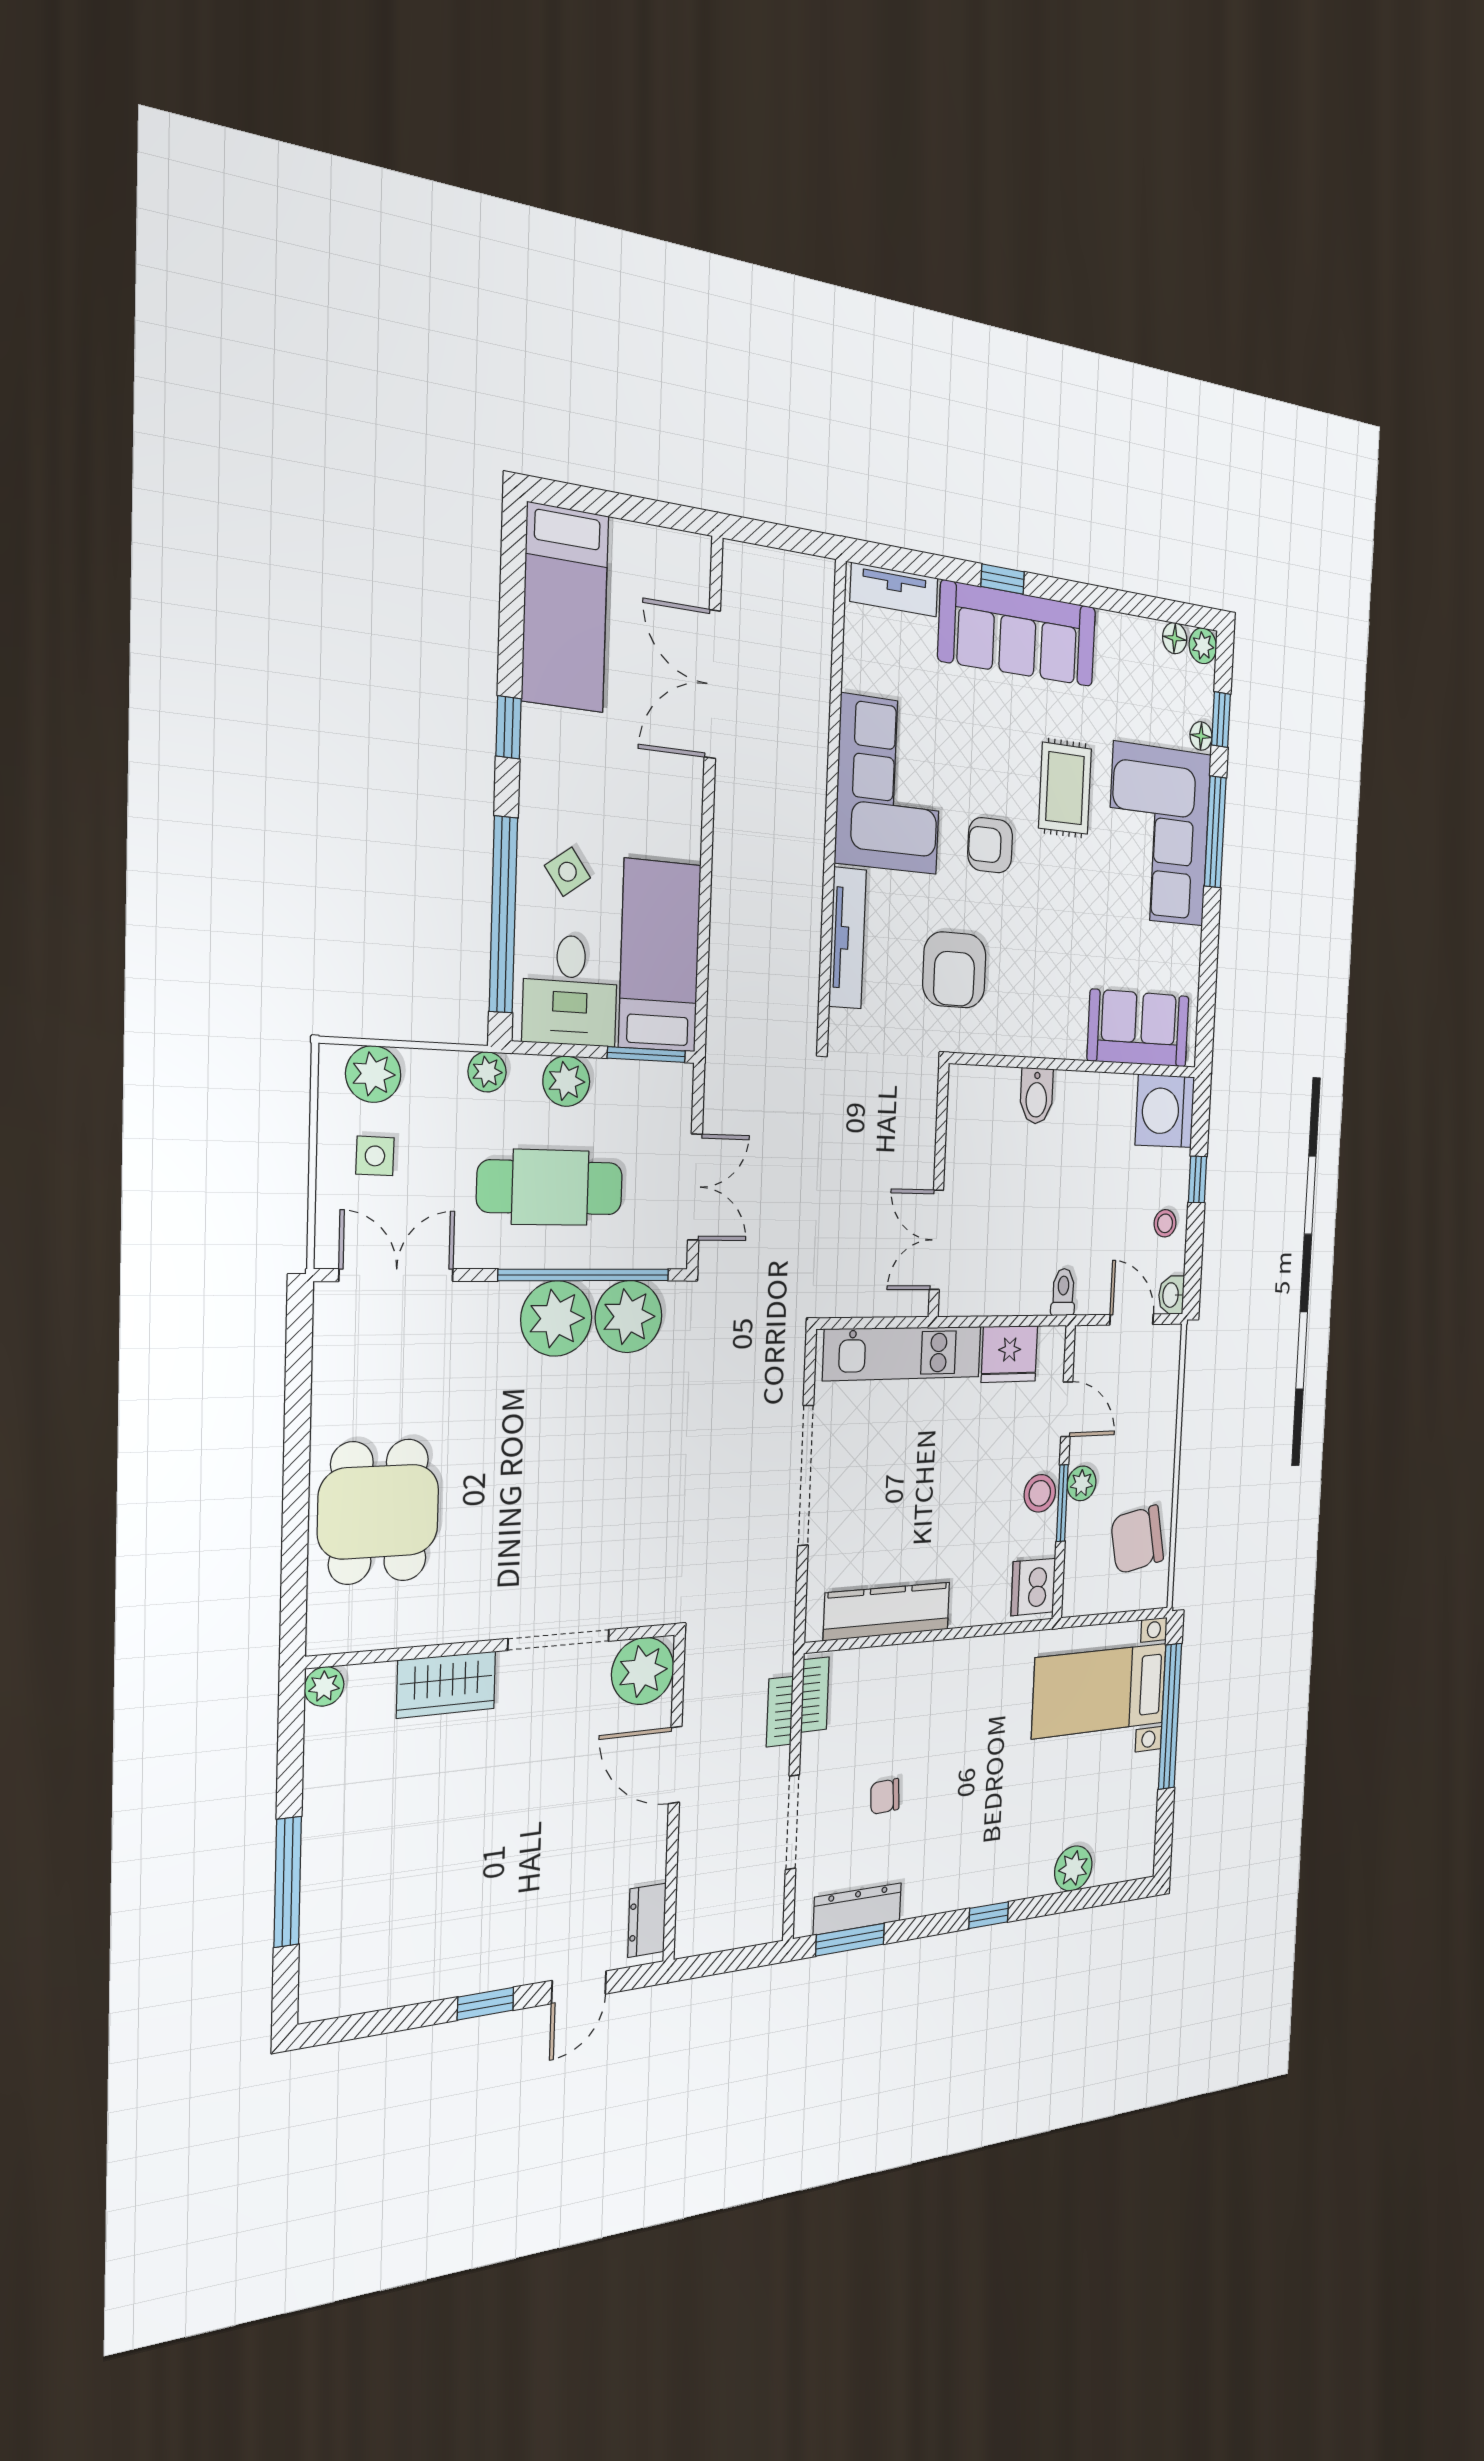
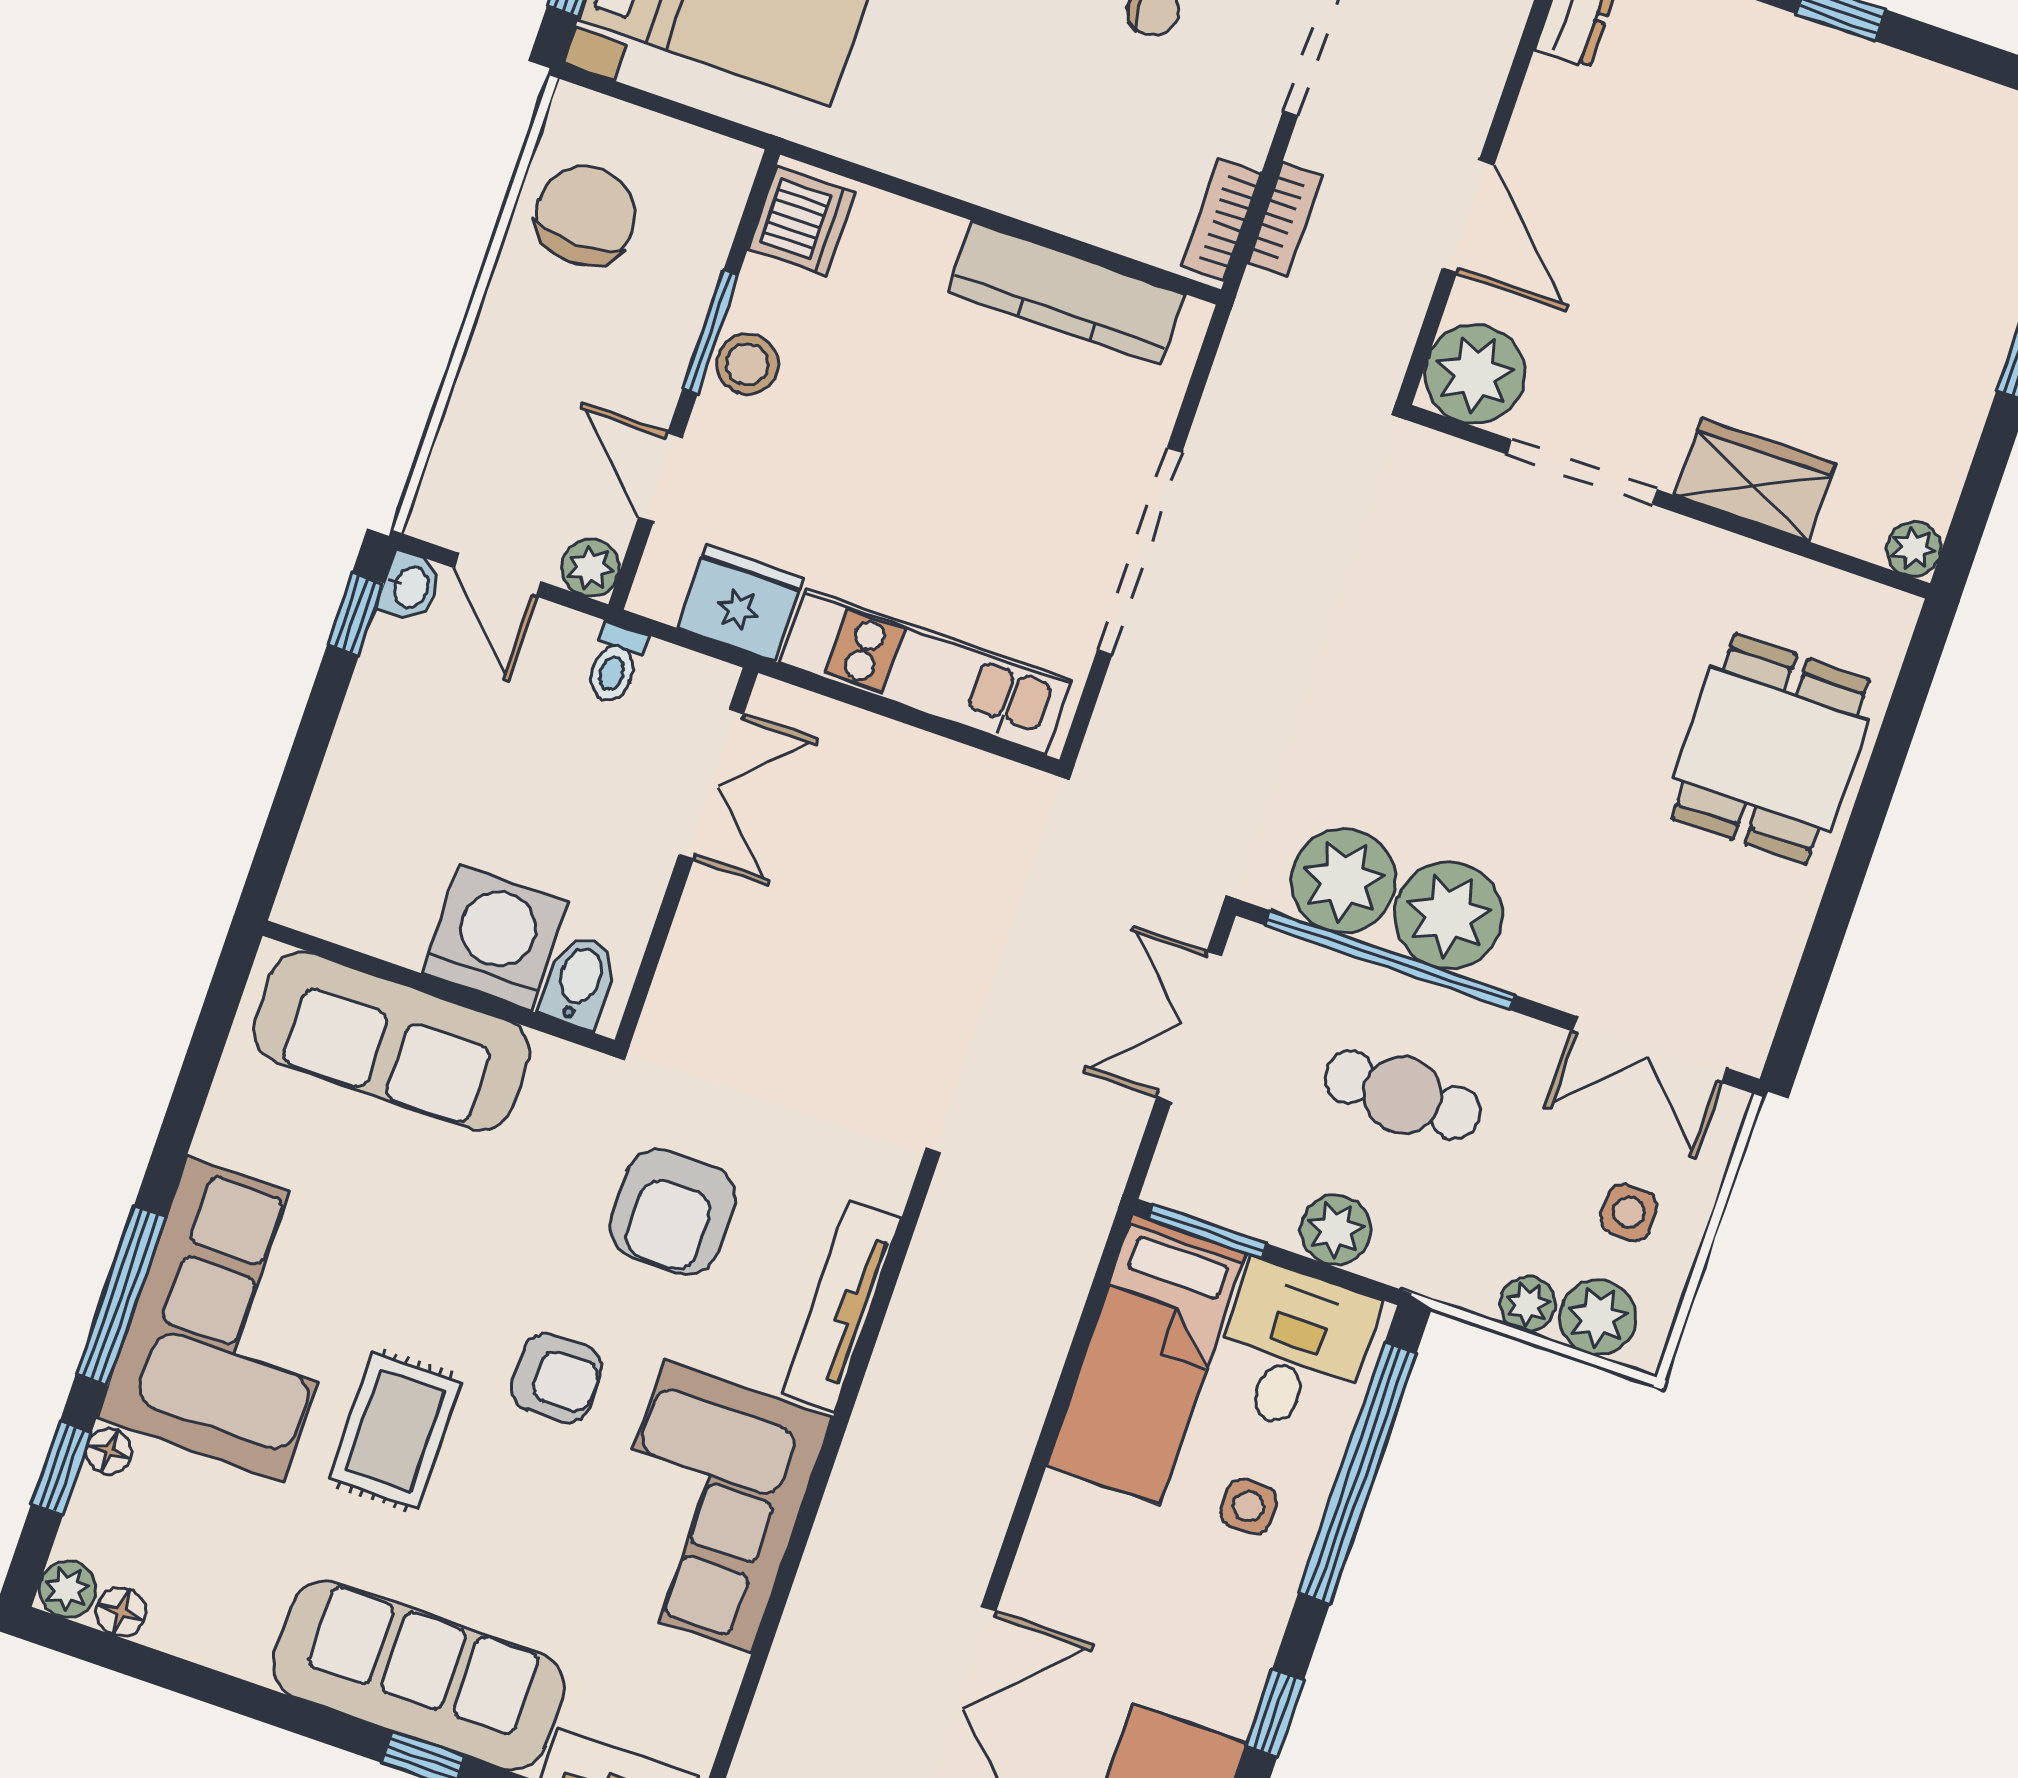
side table: (567, 872) -> (1249, 1506), turned 36
armchair: (954, 970) -> (672, 1212), turned 180
sofa: (1138, 1028) -> (391, 1041), width x1.36
plant: (487, 1072) -> (1528, 1304), moved
washing machine: (1165, 1111) -> (495, 938), moved, turned -90
window: (1197, 1179) -> (355, 614), moved
cafe table: (550, 1187) -> (1403, 1095), width x0.73, depth x0.74
wall: (939, 1191) -> (686, 856), moved
stool: (1165, 1223) -> (391, 706), removed
double door: (936, 1240) -> (711, 784), moved
plant: (1082, 1483) -> (591, 568), moved
chair: (1137, 1539) -> (586, 216), turned -79

